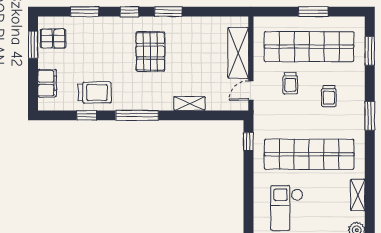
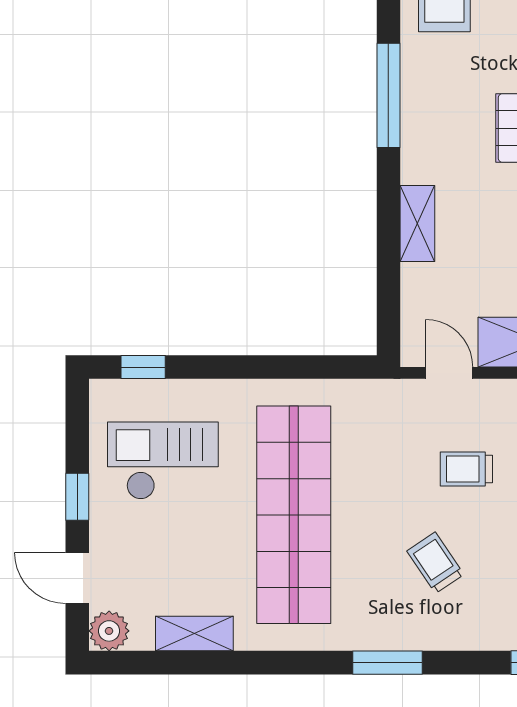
trolley: (329, 96) -> (435, 563), turned 56
window: (248, 142) -> (143, 367), moved

